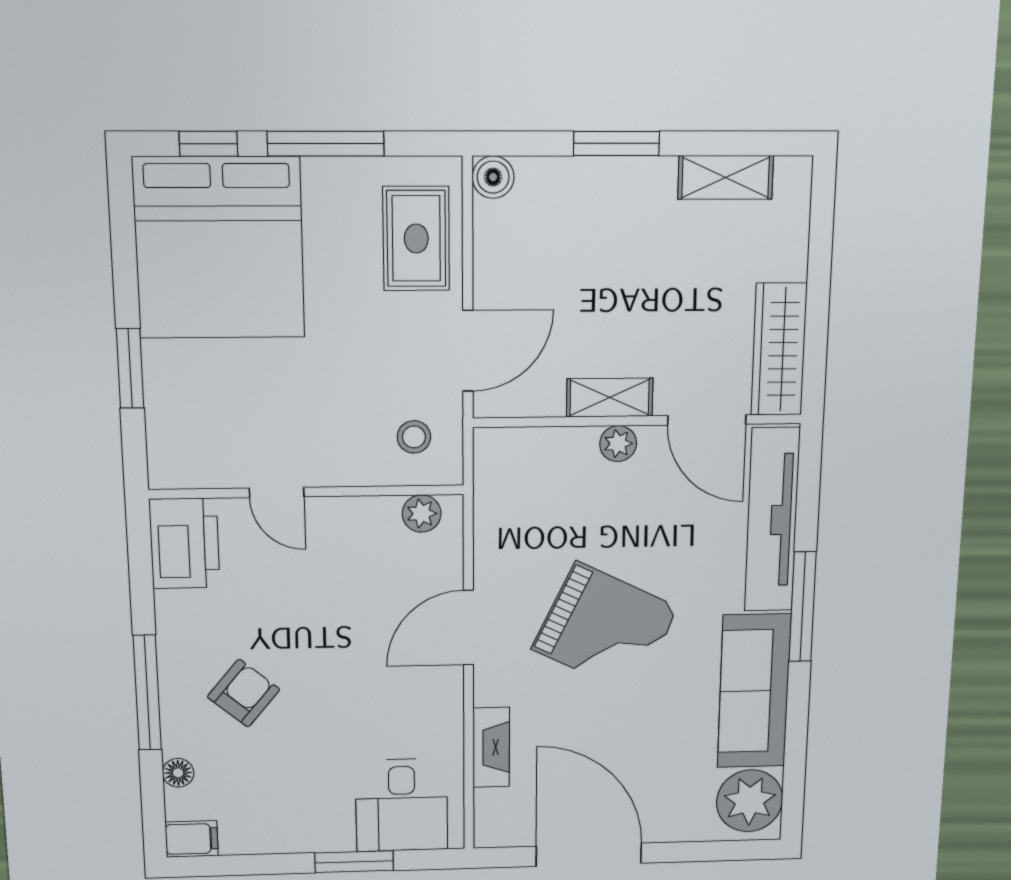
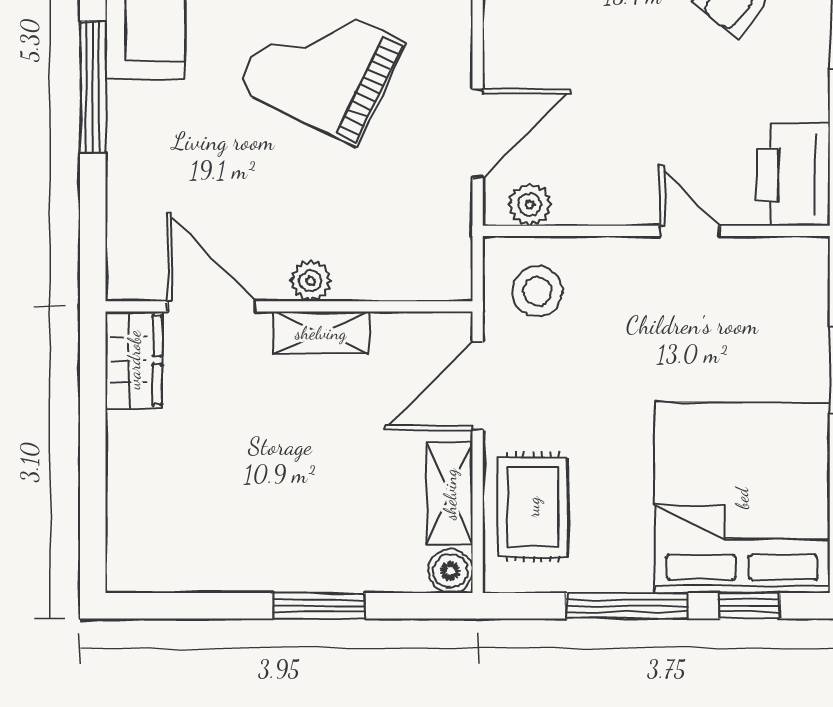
shelving: (726, 177) -> (450, 494), moved, turned 90
wardrobe: (779, 349) -> (134, 360), width x0.67
stool: (414, 437) -> (537, 291), width x1.37, depth x1.37
tv unit: (772, 520) -> (133, 191), removed
door: (469, 628) -> (478, 134), moved

